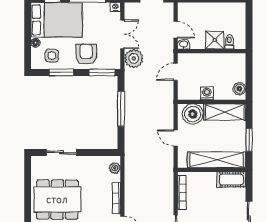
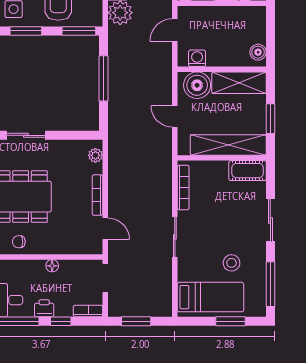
washing machine: (207, 93) -> (197, 58), moved

